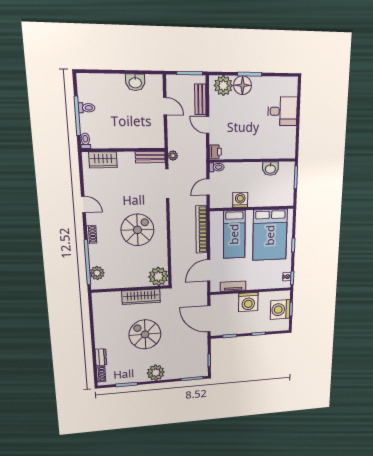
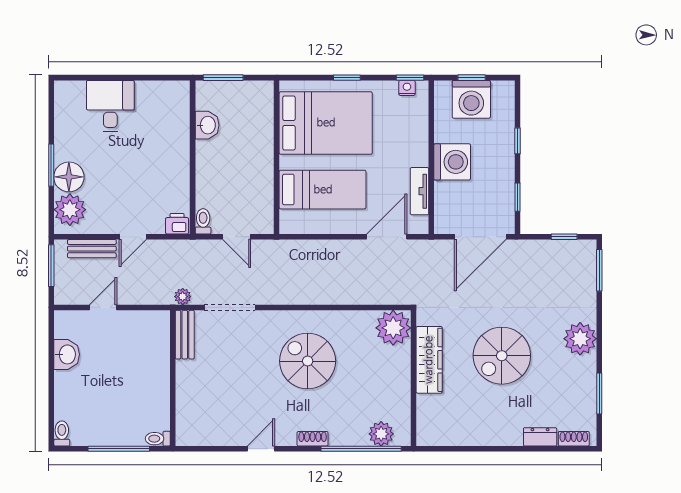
toilet: (86, 108) -> (62, 433), moved
wardrobe: (103, 160) -> (188, 413), removed
washing machine: (240, 200) -> (261, 179), removed
bookcase: (202, 229) -> (311, 249), removed
door: (209, 270) -> (387, 237), swing flipped

